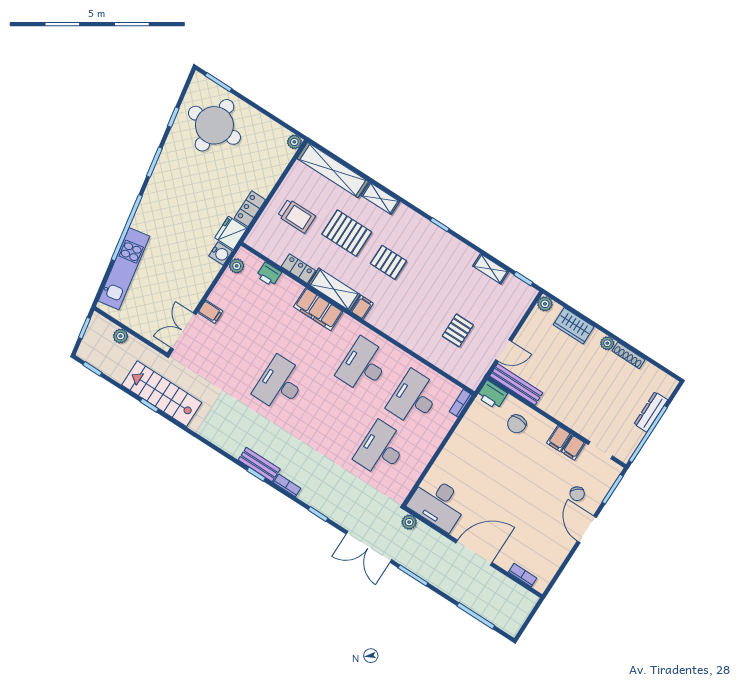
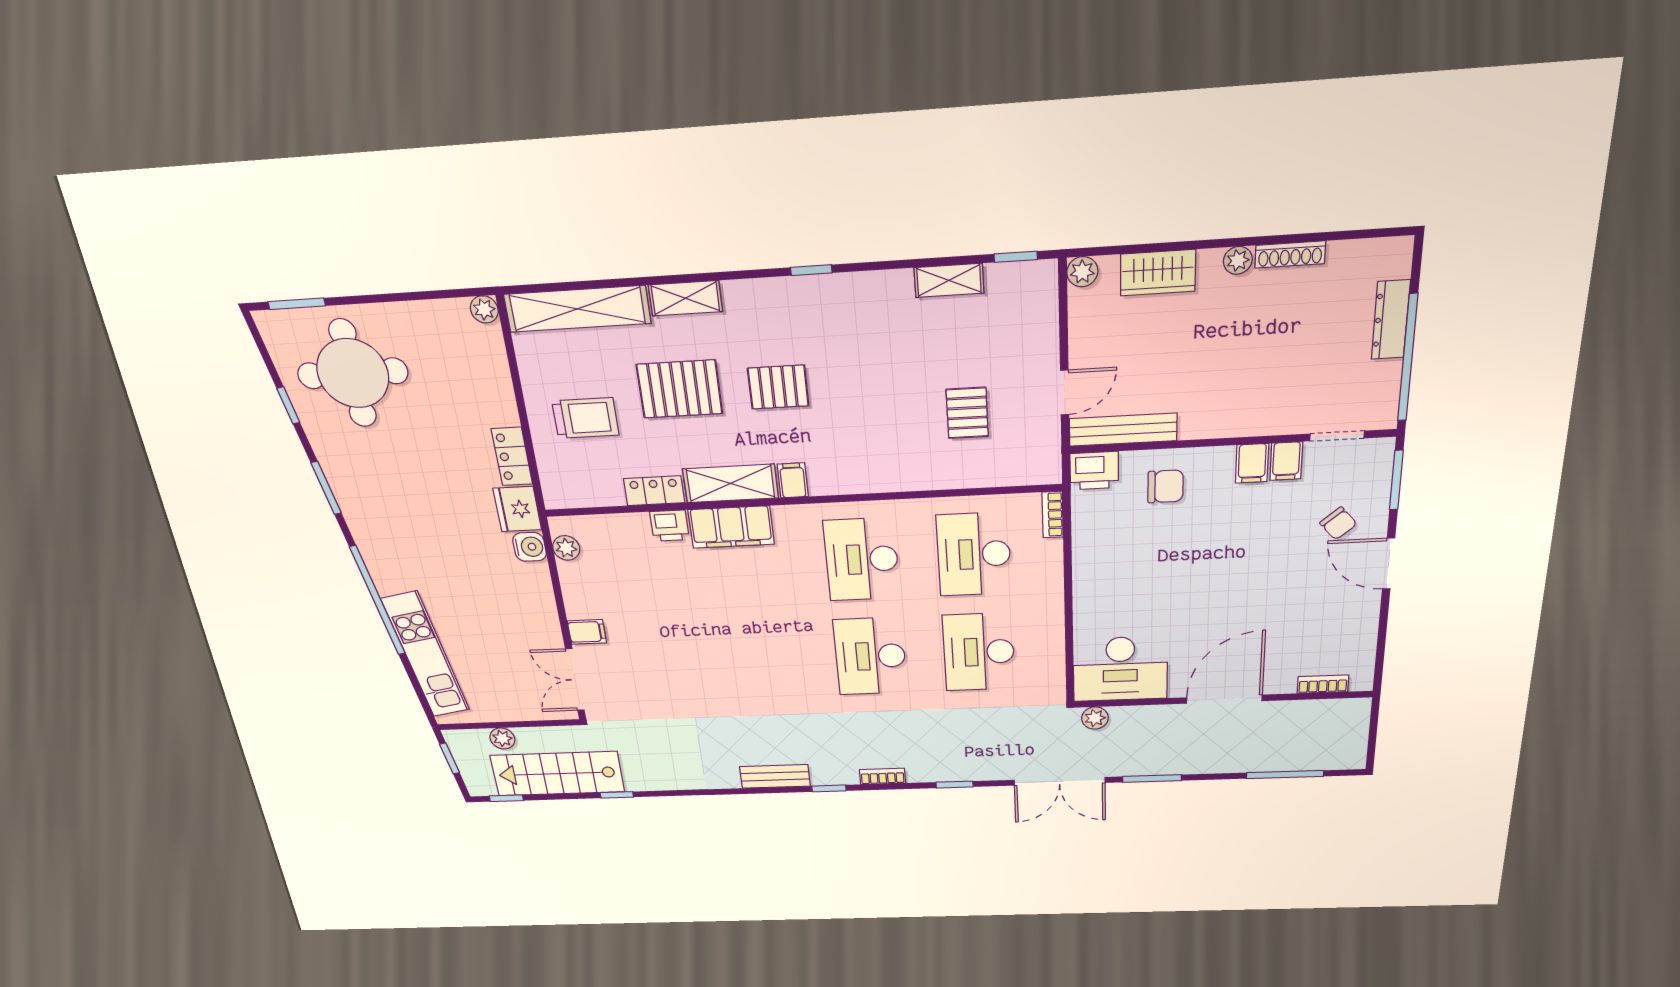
printer: (269, 274) -> (670, 526), moved
desk: (280, 384) -> (870, 656), moved
stairs: (162, 394) -> (557, 774), moved
chair: (517, 424) -> (1166, 486), turned -91
bench: (259, 465) -> (775, 776), moved

